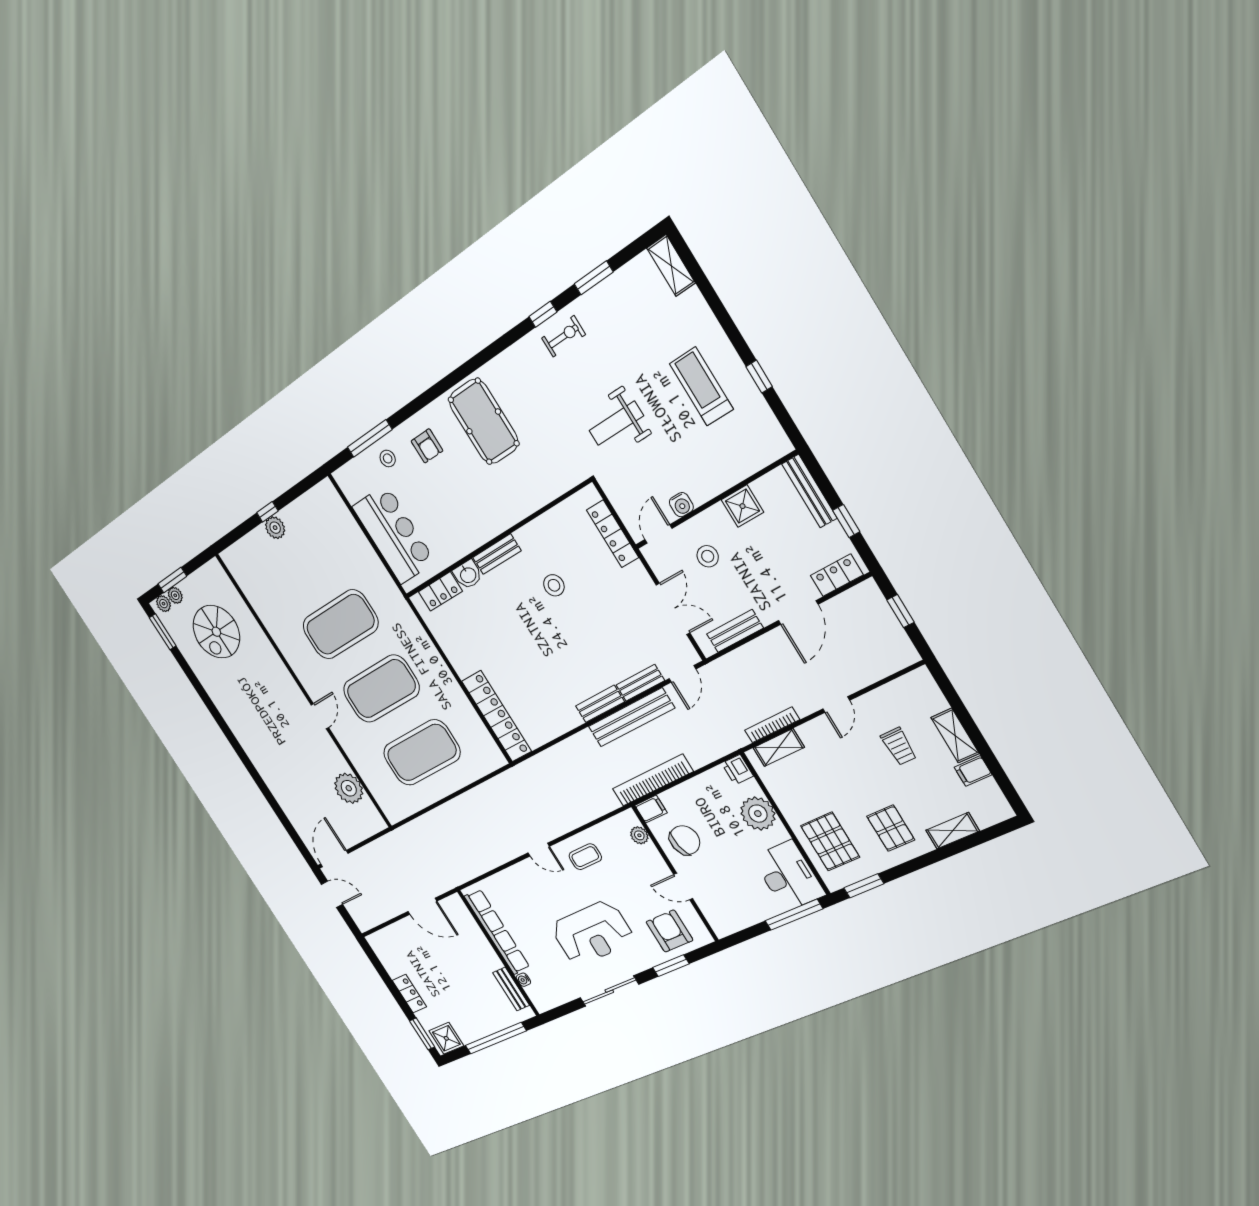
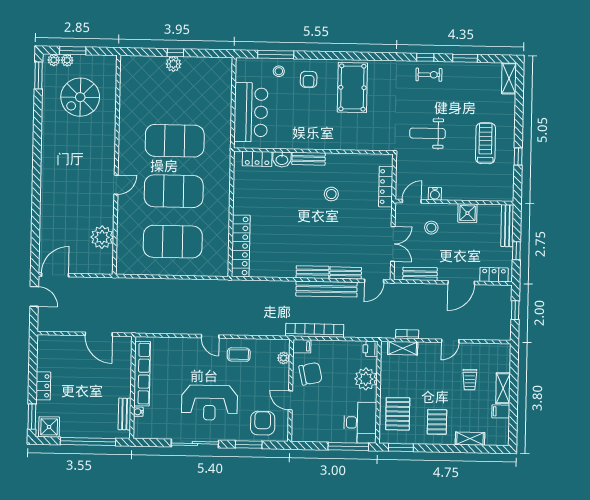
bookcase: (772, 725) -> (407, 334), width x0.64

